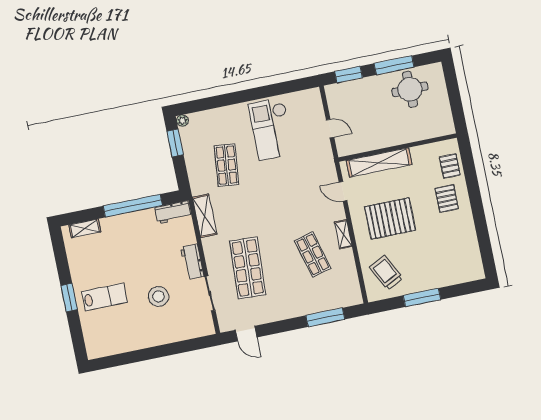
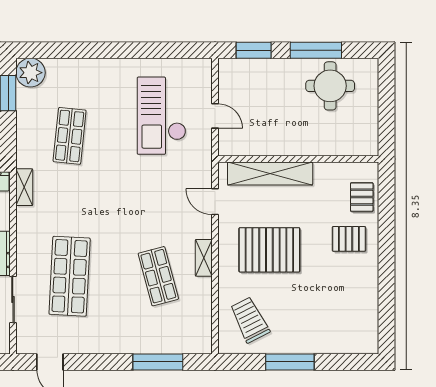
plant: (182, 121) -> (30, 73), width x1.88, depth x1.88
checkout: (271, 129) -> (161, 116), moved
pallet: (447, 198) -> (349, 239), turned 90
shelving: (205, 216) -> (24, 187), width x0.67, depth x0.75

